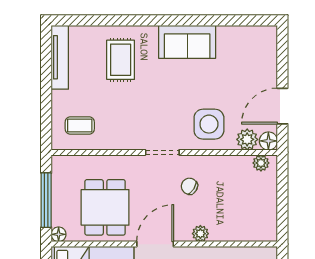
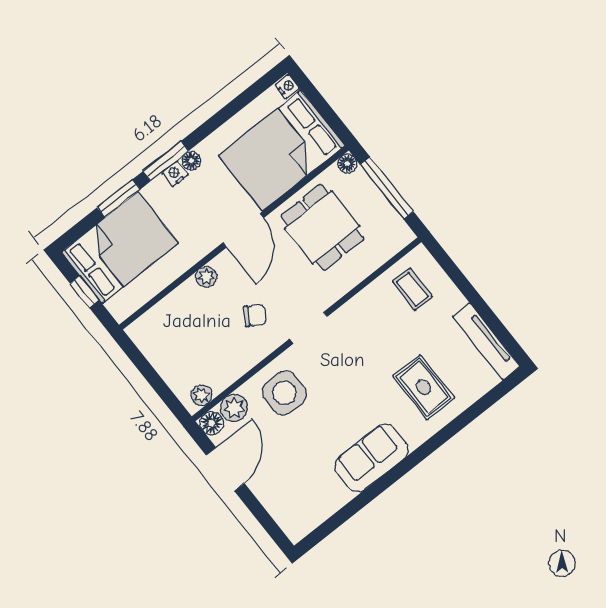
coffee table: (80, 126) -> (412, 289), turned 90

